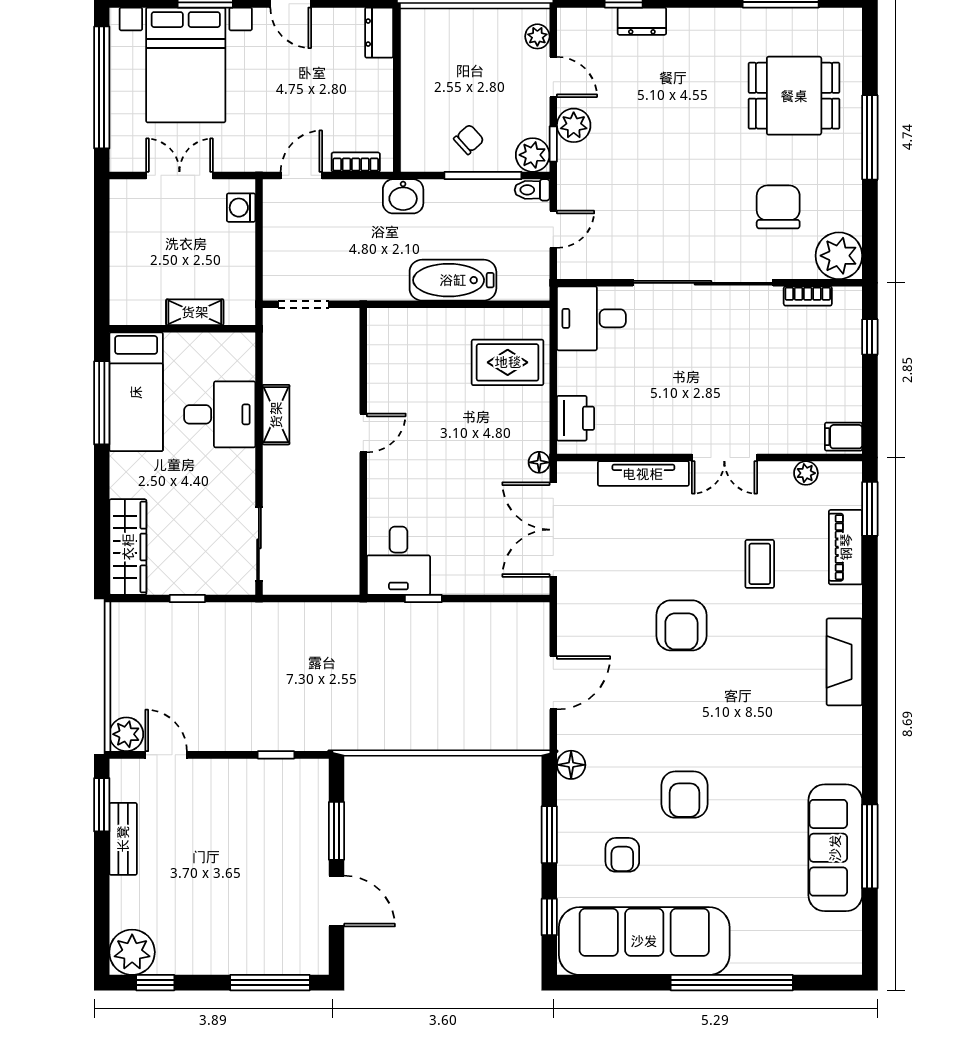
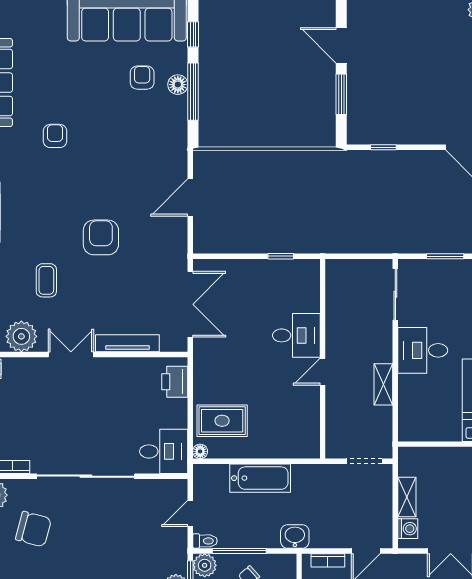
chair: (778, 207) -> (33, 529), turned -75
shelving: (195, 312) -> (407, 497), moved, turned 90
desk: (220, 414) -> (423, 350), moved
floor lamp: (539, 462) -> (200, 451), moved
plant: (806, 473) -> (21, 336), width x1.87, depth x1.87
desk: (398, 561) -> (296, 335), moved, turned 90
window: (187, 599) -> (445, 256), width x1.50
floor lamp: (571, 765) -> (178, 85), moved
armchair: (684, 795) -> (55, 136), moved, width x0.72, depth x0.72
window: (549, 835) -> (193, 92), width x1.44

